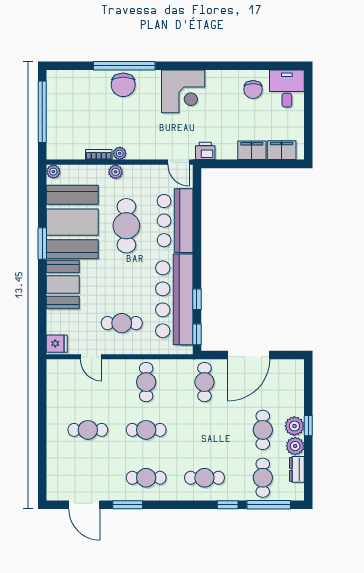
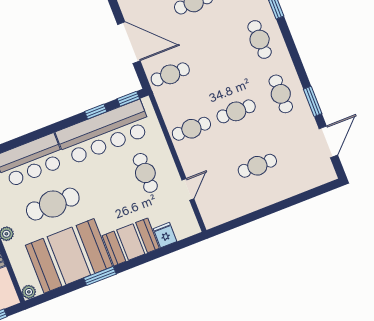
fridge: (57, 344) -> (165, 235), moved
cafe table: (88, 430) -> (257, 166), turned 90
cafe table: (146, 430) -> (236, 111), turned 90

